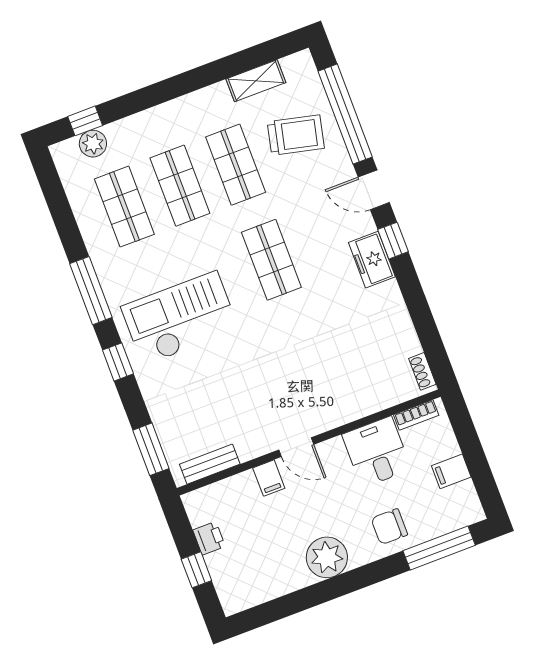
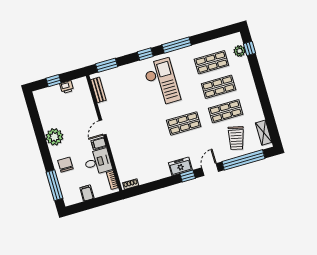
shelving: (256, 81) -> (264, 133), moved
filing cabinet: (269, 478) -> (99, 143), moved

